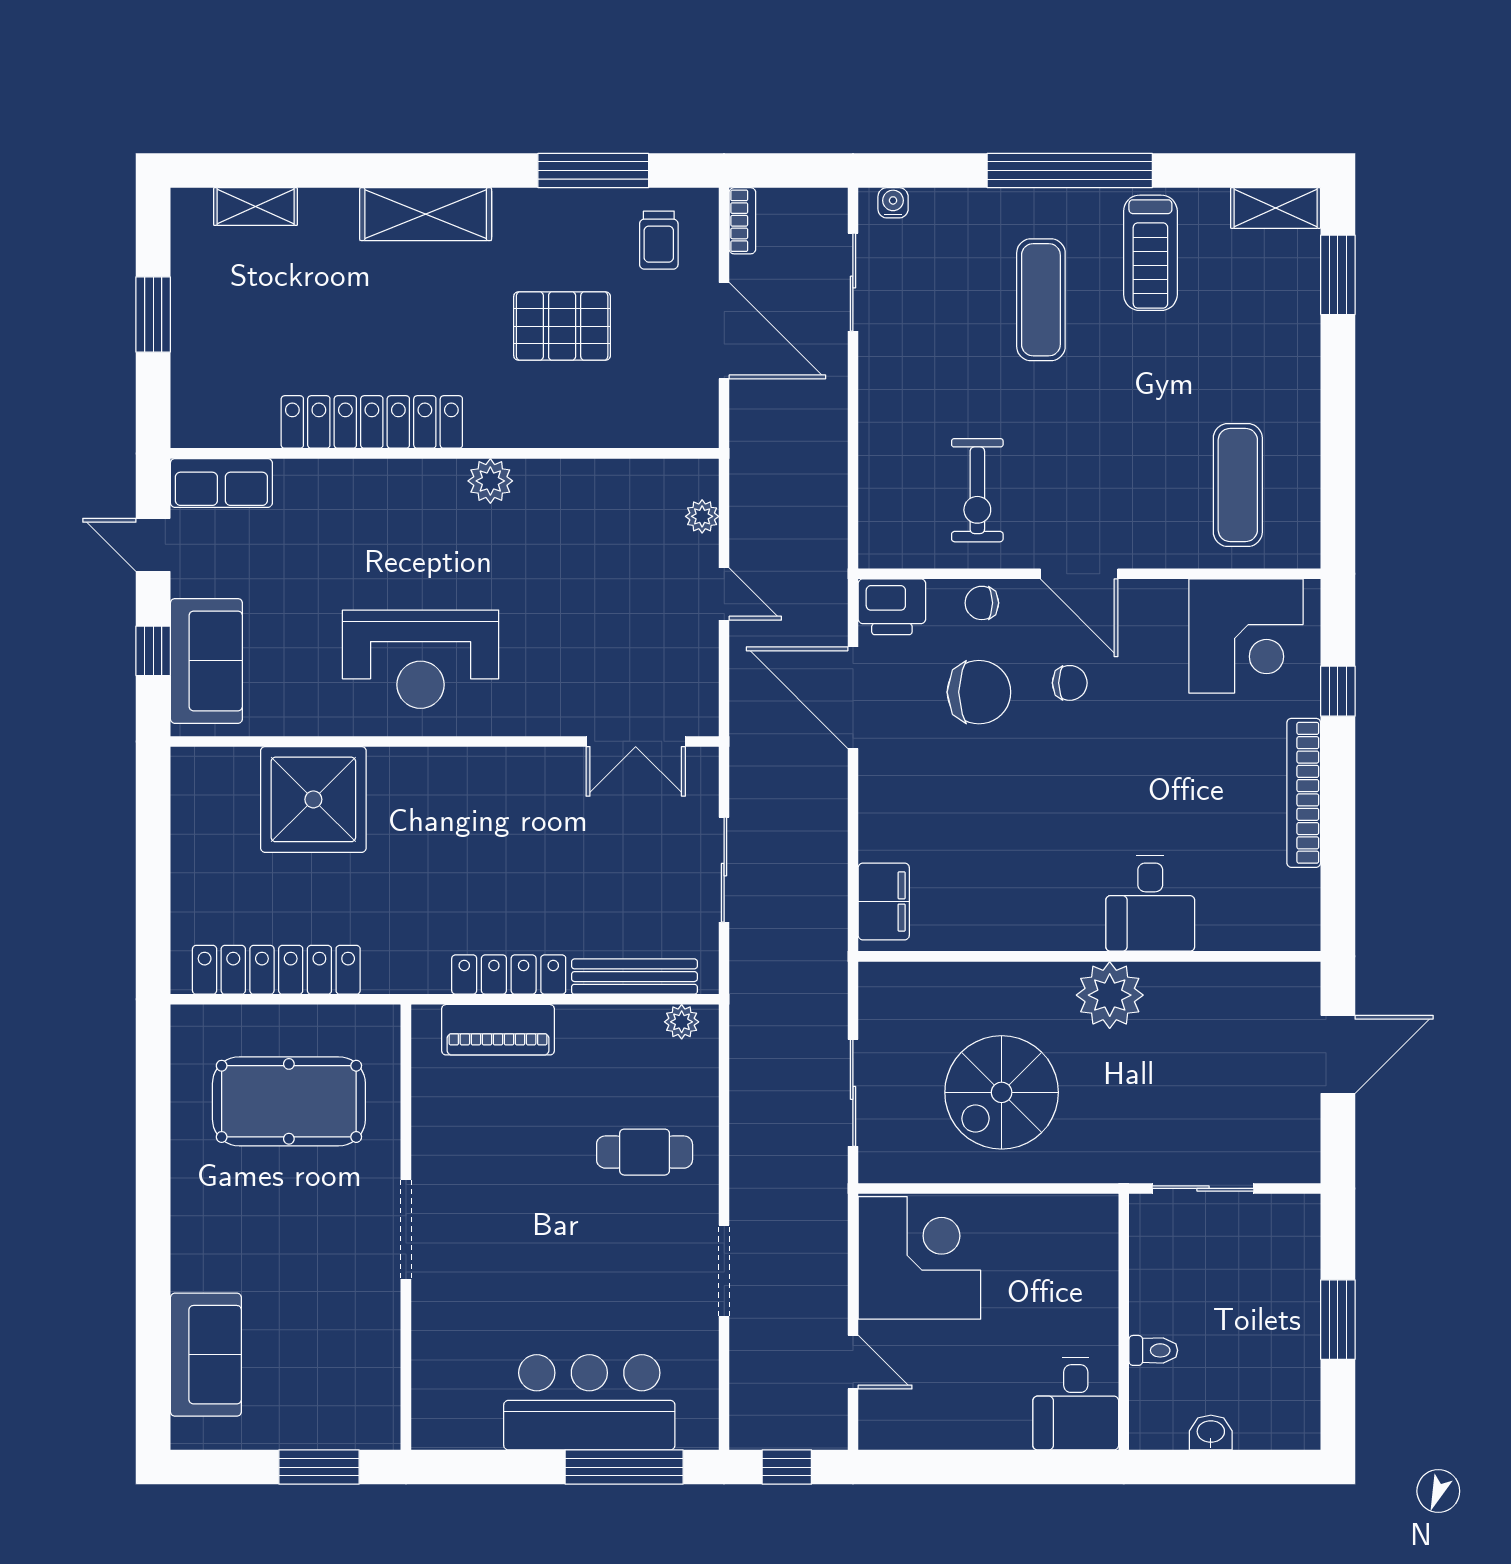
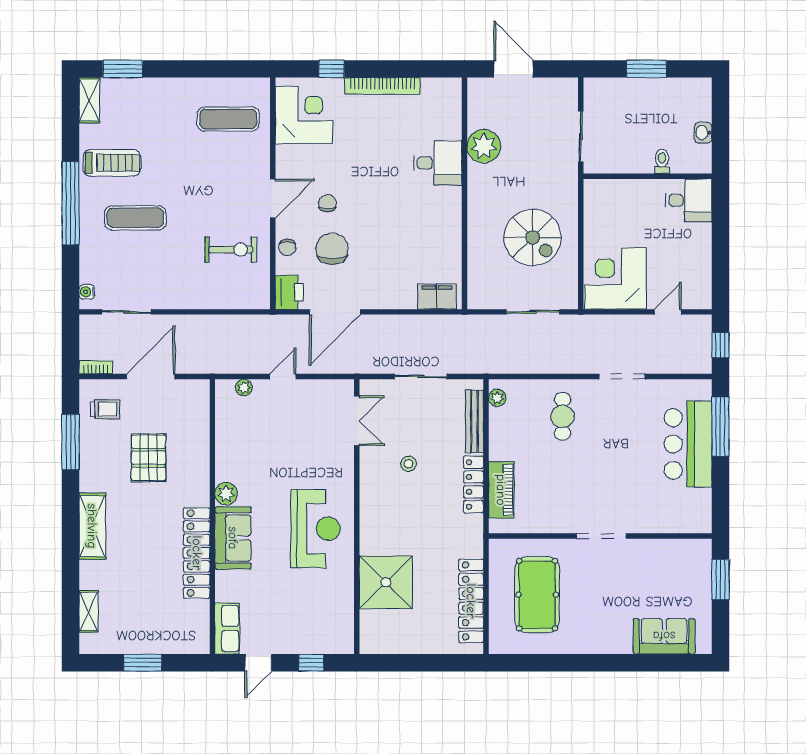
sofa: (206, 661) -> (233, 538), moved, turned 90
stool: (550, 845) -> (408, 464), added
plant: (1110, 995) -> (484, 146), moved

